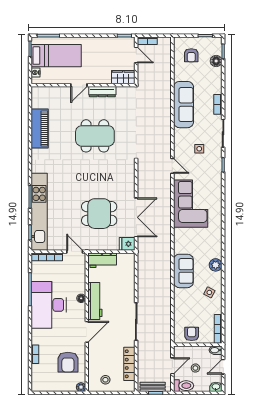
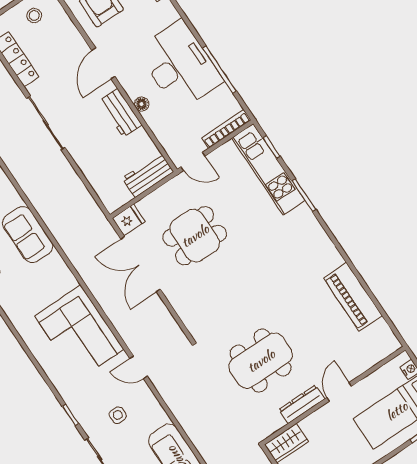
dining table: (95, 136) -> (261, 361), moved
kitchen unit: (39, 212) -> (268, 169), width x0.73
workbench: (95, 301) -> (120, 113), width x0.73

